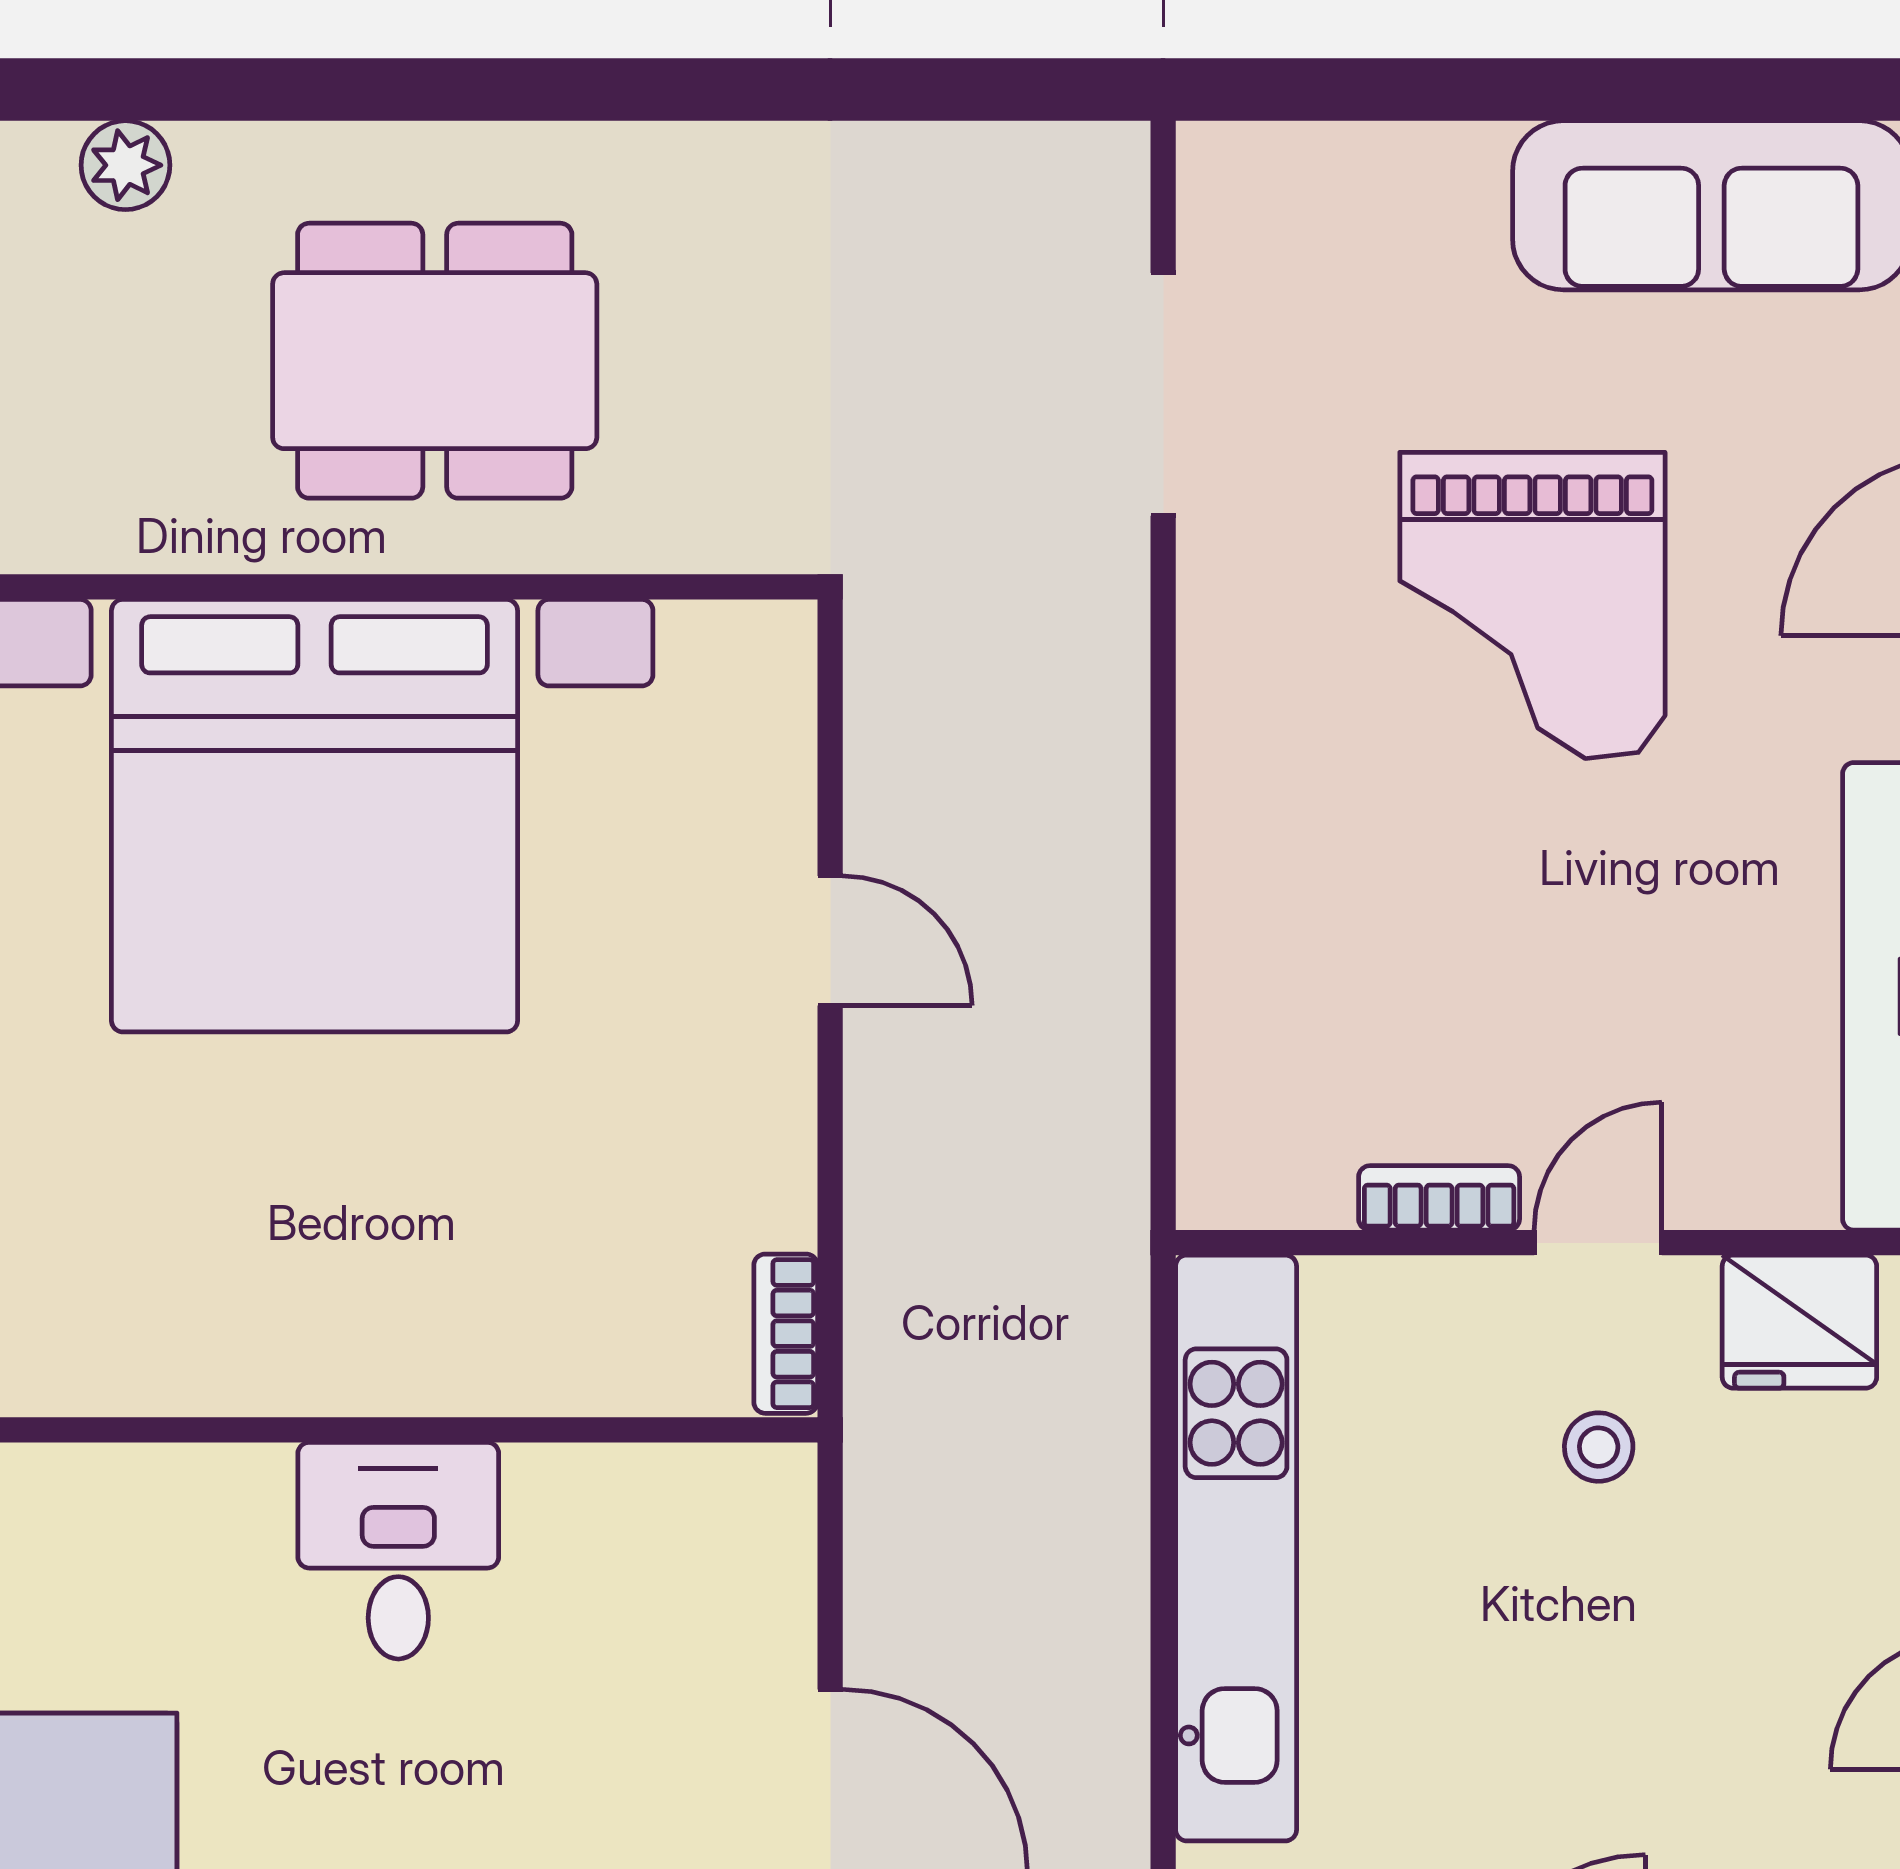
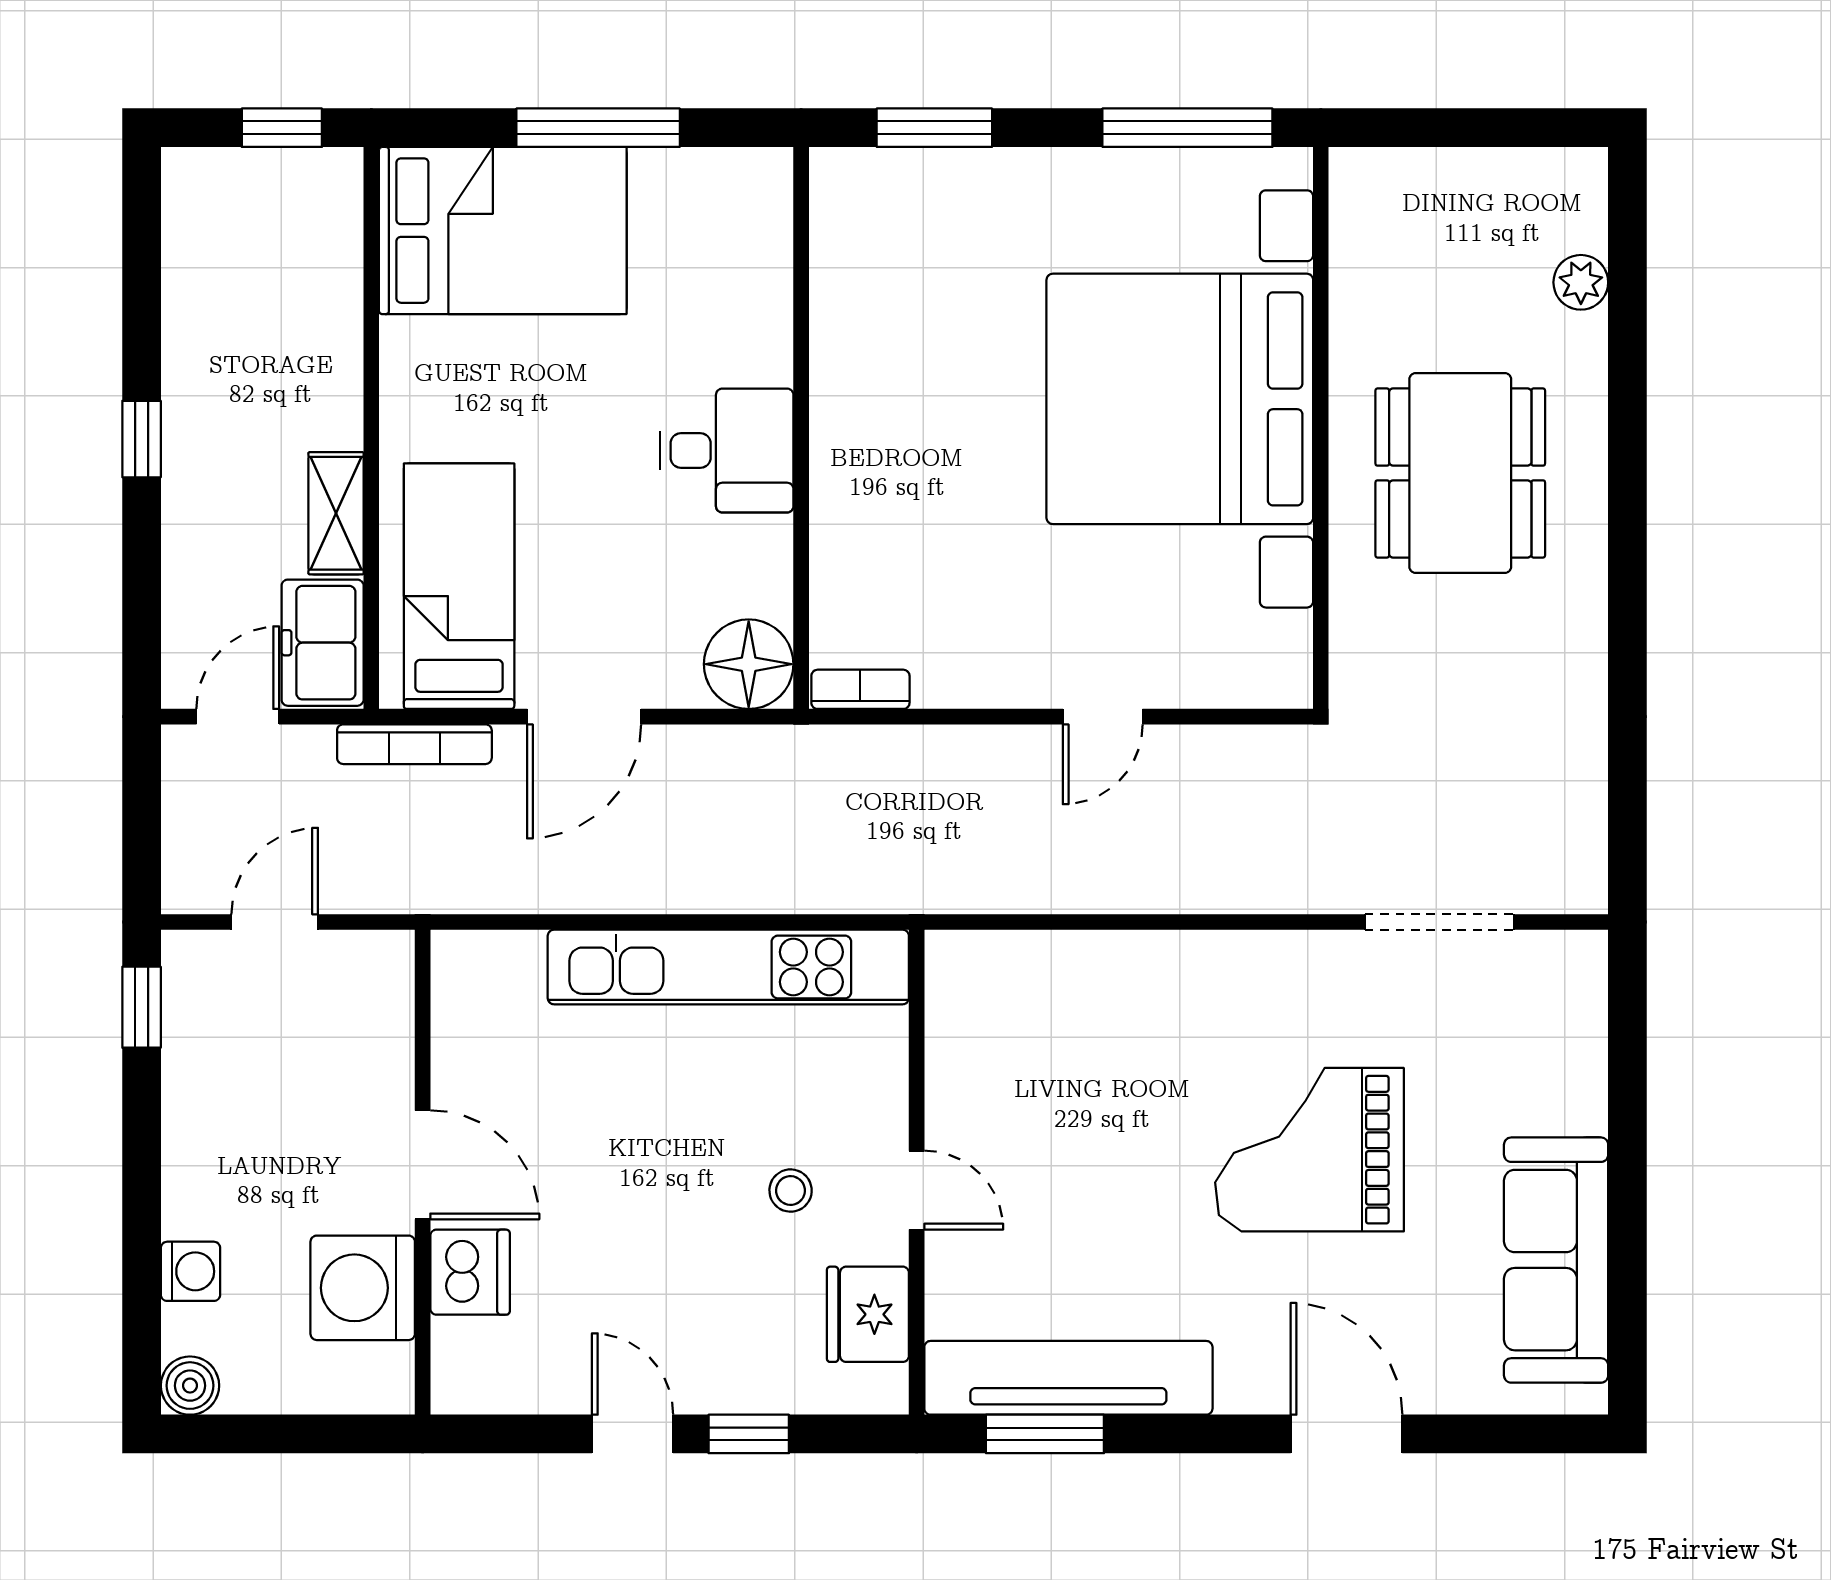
bookcase: (1439, 1198) -> (944, 1092), removed
floor lamp: (745, 1515) -> (749, 664), added

